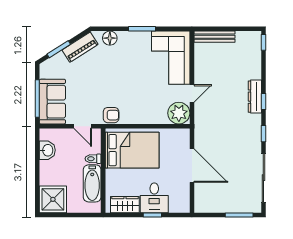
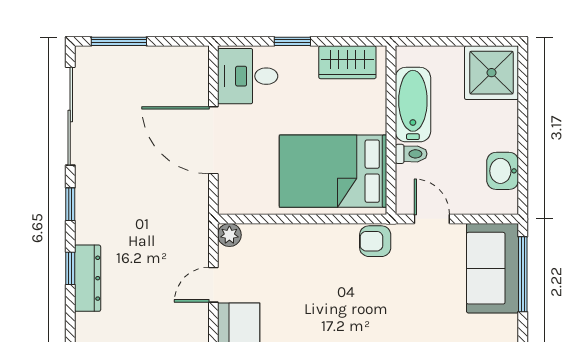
plant: (179, 113) -> (229, 235), width x0.53, depth x0.53
desk: (154, 198) -> (248, 76), moved, turned -90

